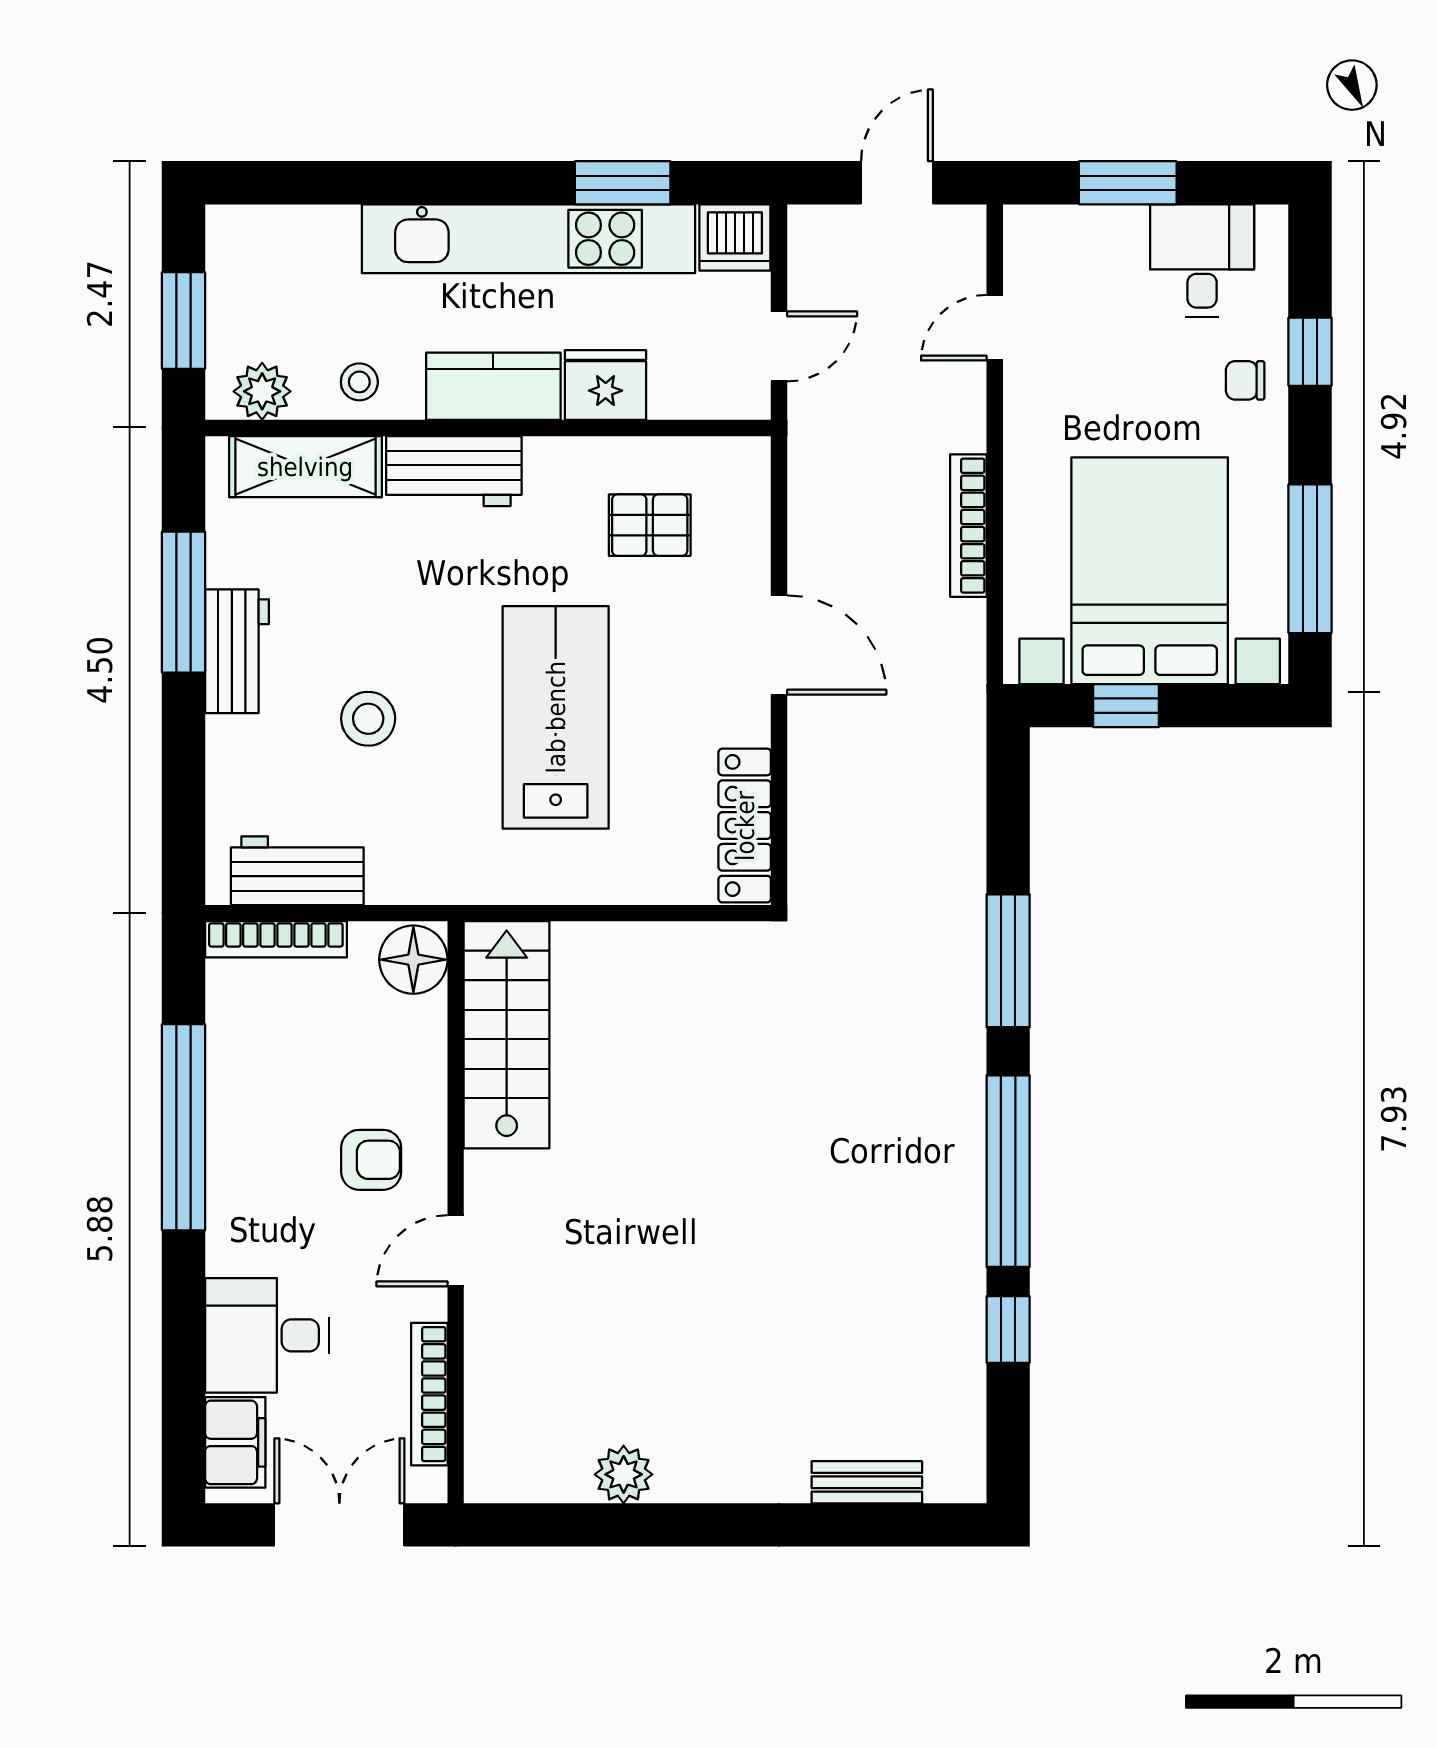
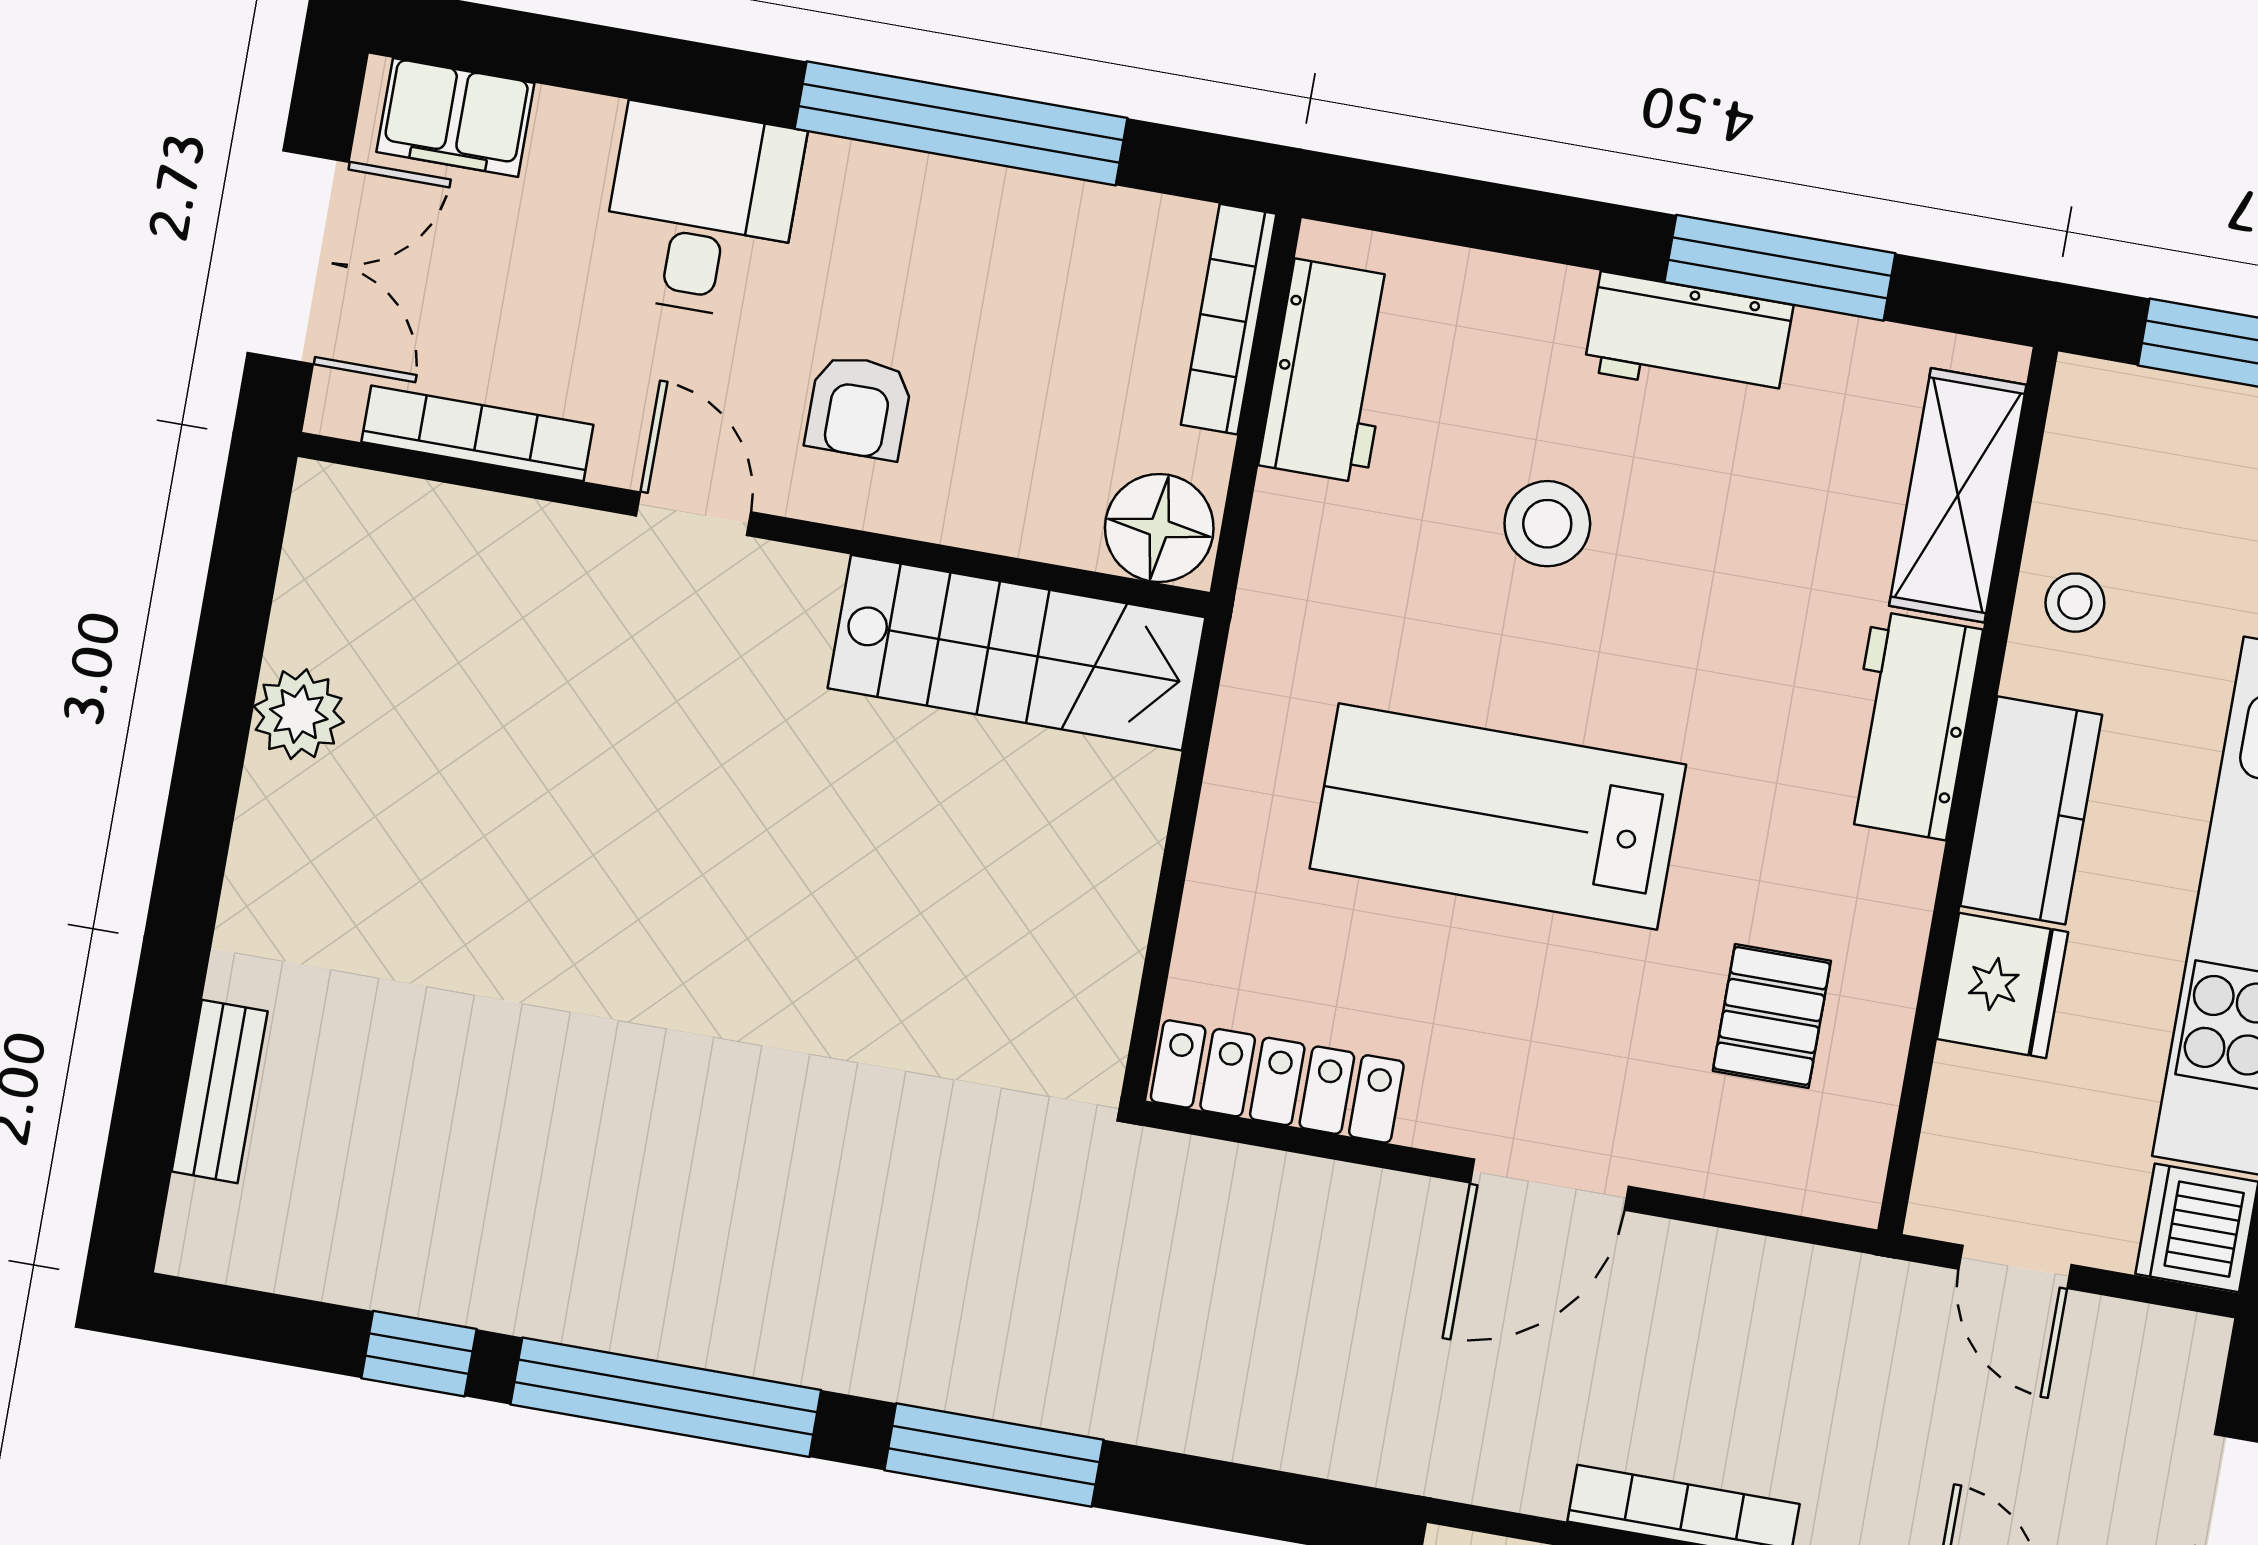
plant: (262, 391) -> (2087, 448), removed
lab bench: (556, 717) -> (1498, 816), turned 180
desk: (267, 1335) -> (701, 212), moved

